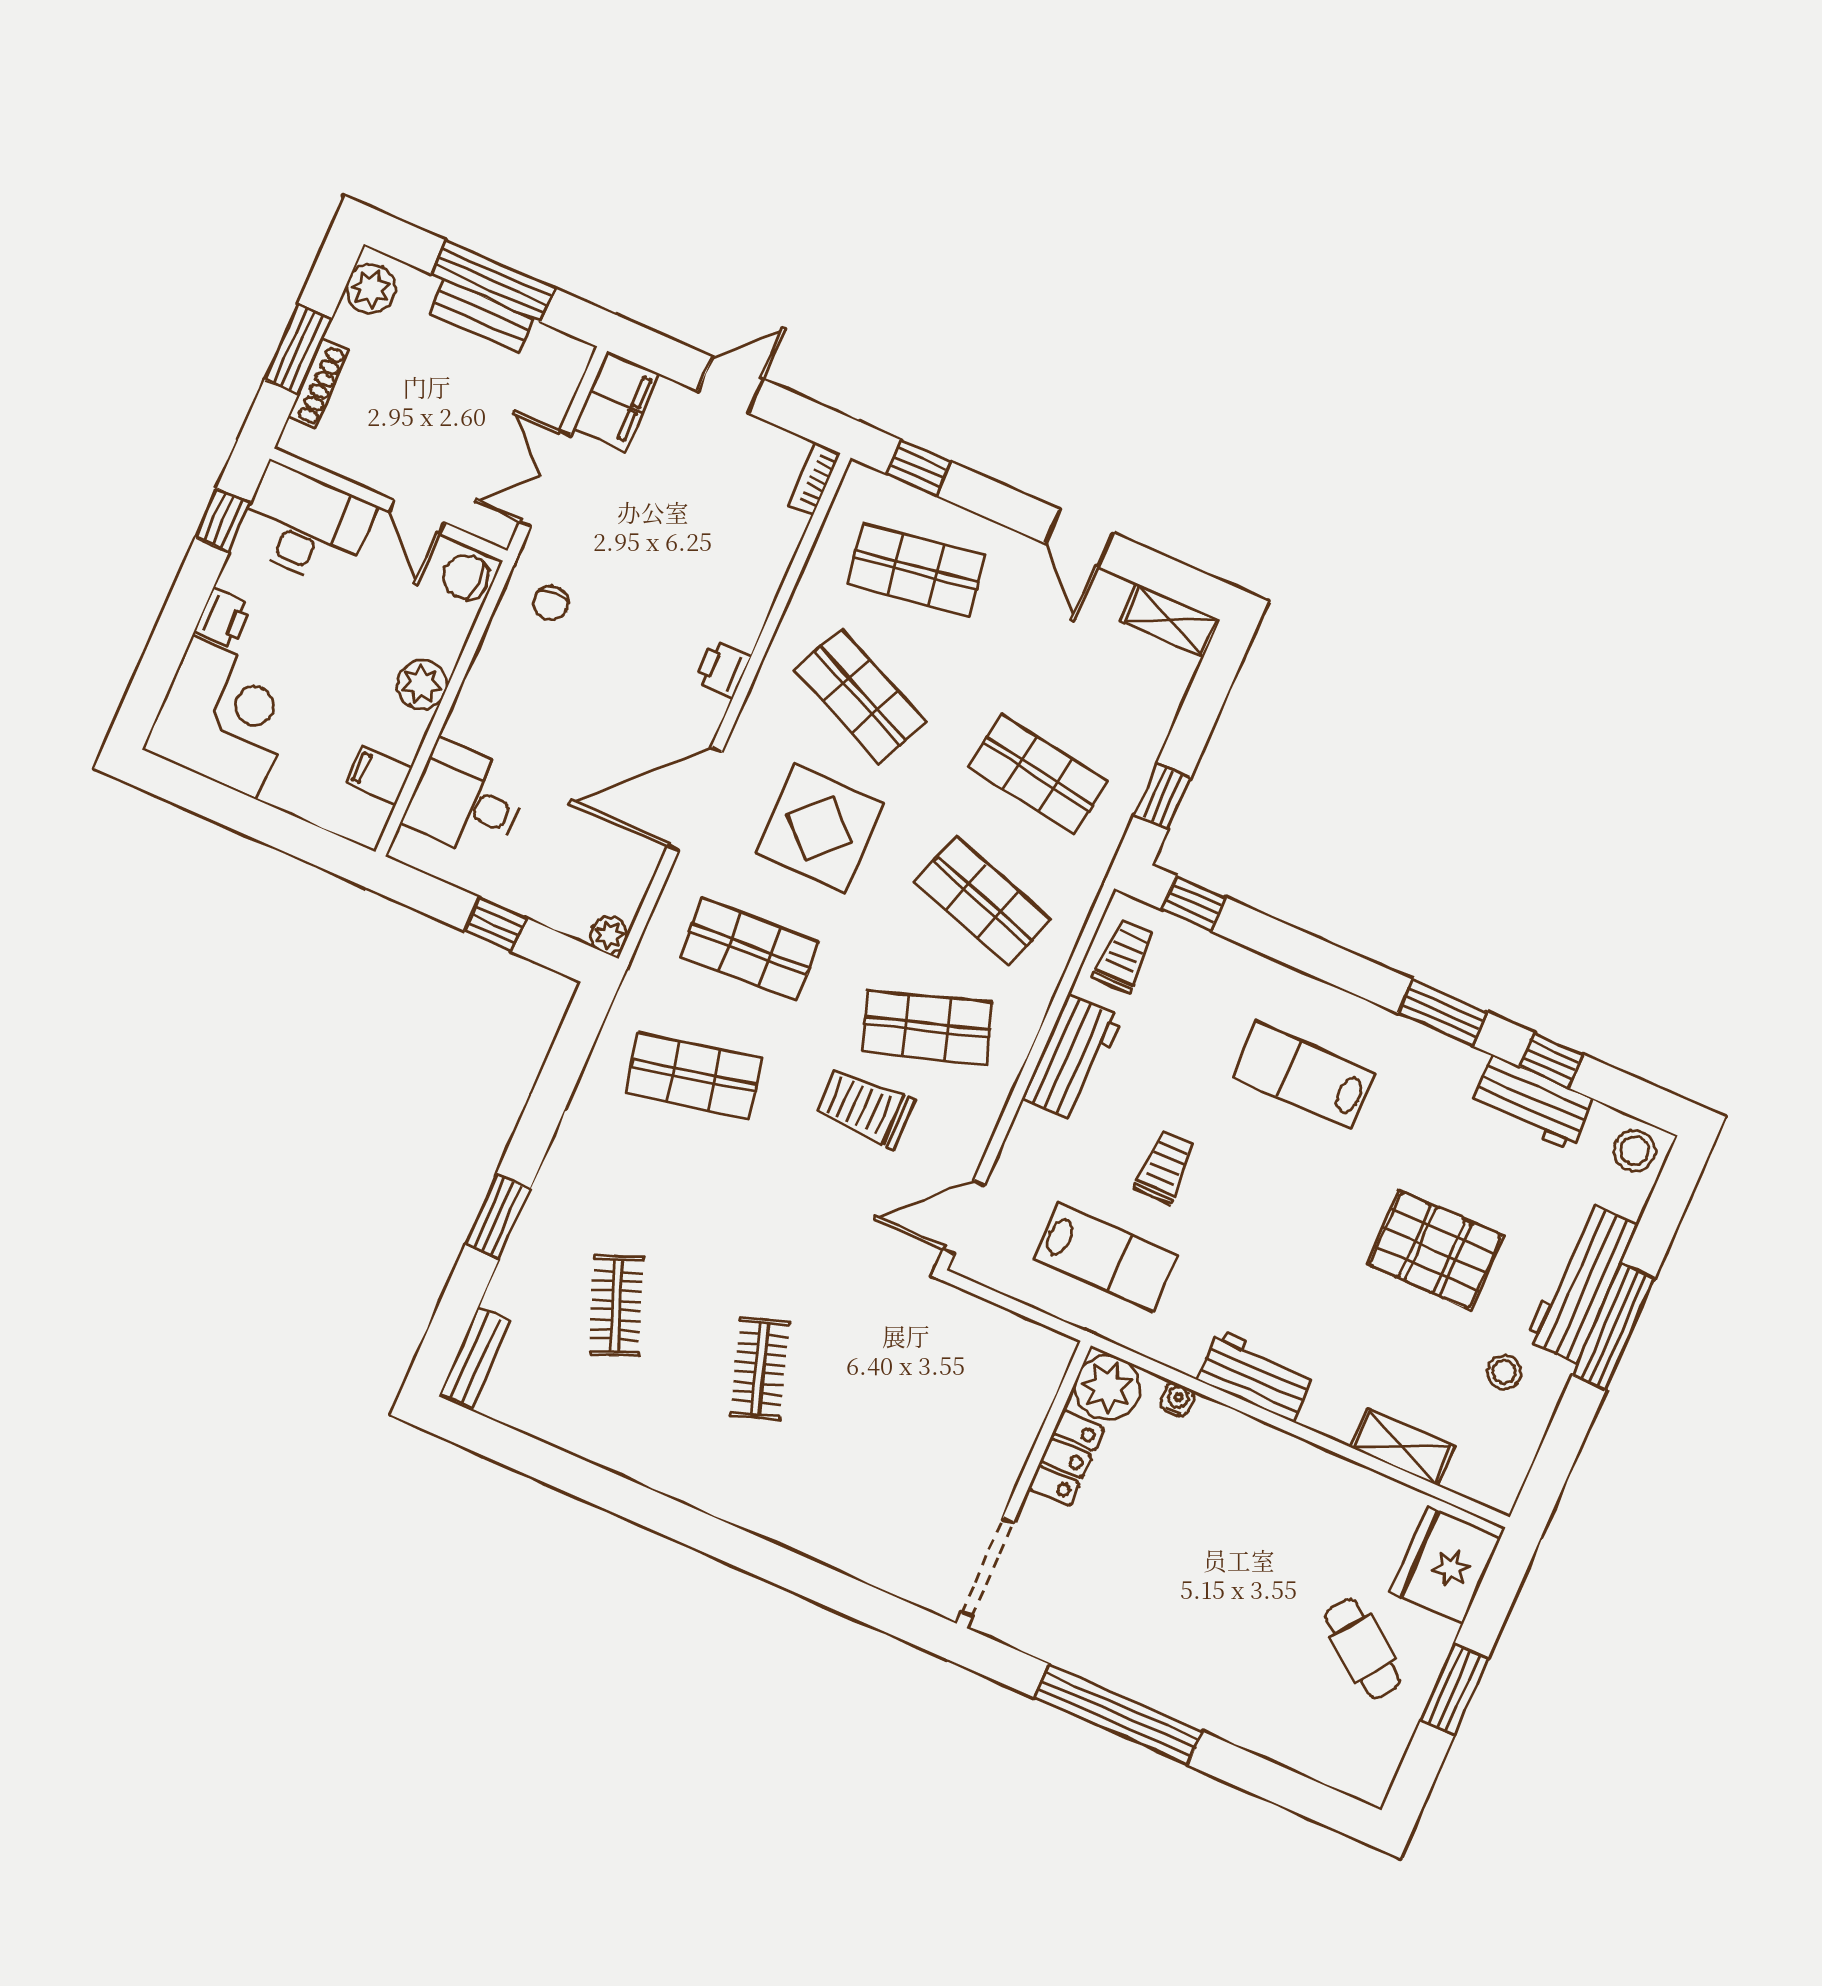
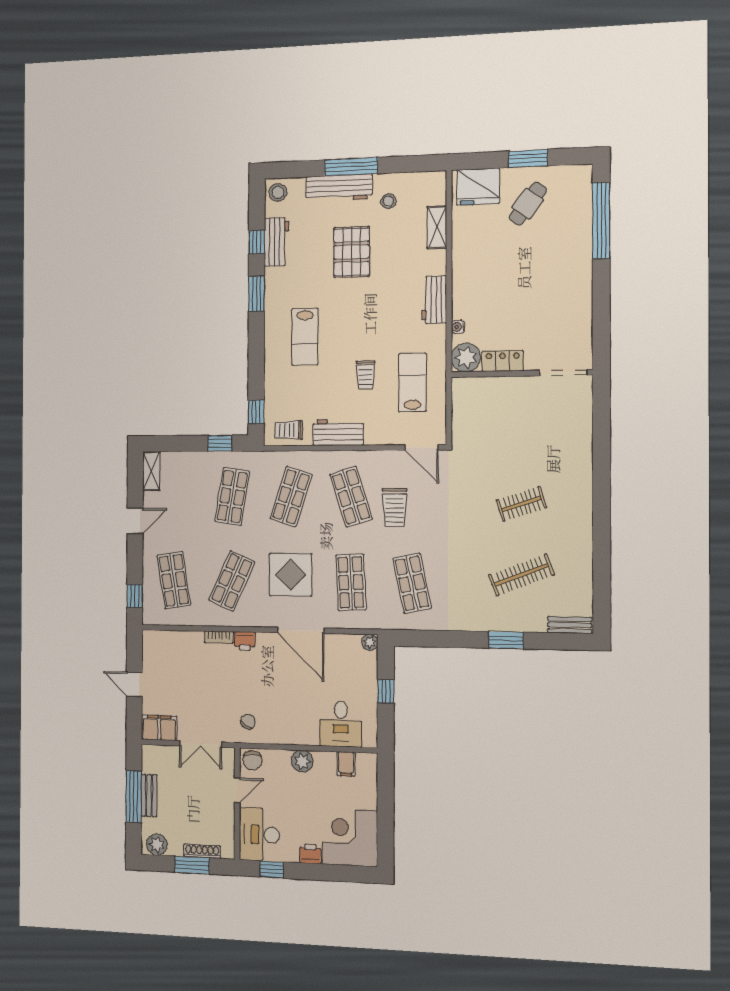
bookcase: (814, 479) -> (219, 637), moved
chair: (551, 603) -> (248, 722), turned -59
trolley: (1165, 1167) -> (366, 375), turned -90
clothes rail: (616, 1306) -> (521, 575), width x1.36
window: (1118, 1714) -> (601, 221), moved

